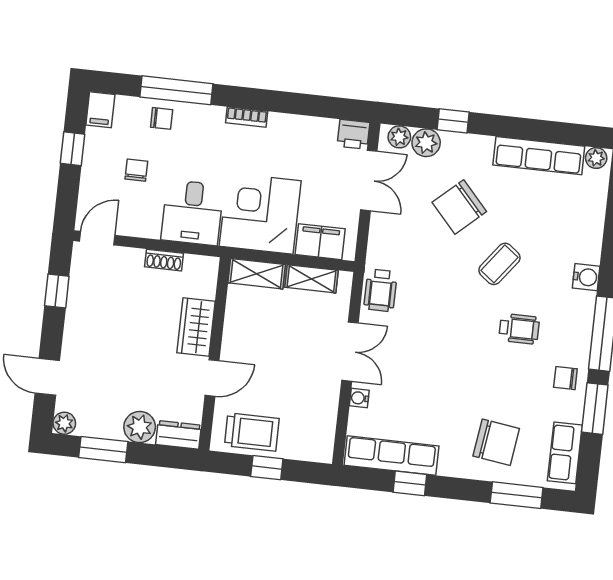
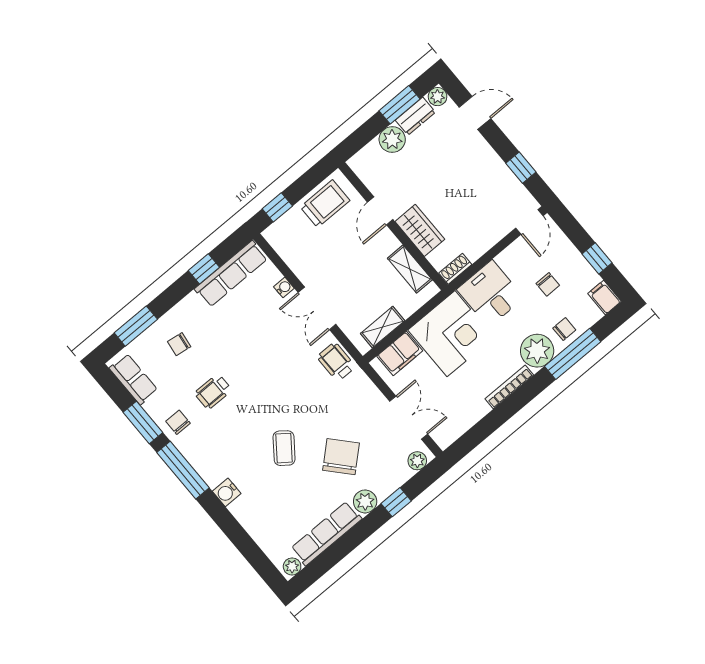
bookcase: (247, 117) -> (509, 387), width x1.56
chair: (162, 118) -> (564, 329), turned 180
plant: (203, 124) -> (537, 351), added
printer: (353, 134) -> (445, 435), removed
plant: (426, 143) -> (365, 501), moved
double door: (369, 180) -> (409, 418), swing flipped
shoe rack: (164, 260) -> (455, 269), moved
shelving: (257, 274) -> (410, 269), moved, turned 90
wheelchair: (519, 329) -> (213, 392), moved
chair: (565, 378) -> (178, 422), turned -90
trolley: (252, 432) -> (325, 204), turned 180
dresser: (179, 435) -> (415, 116), moved
chair: (496, 442) -> (179, 344), width x0.54, depth x0.54
window: (267, 468) -> (277, 207), moved

